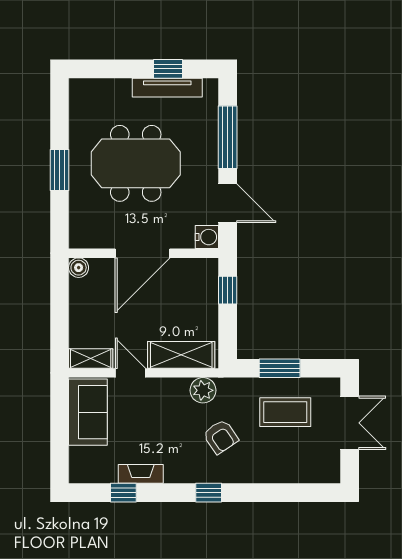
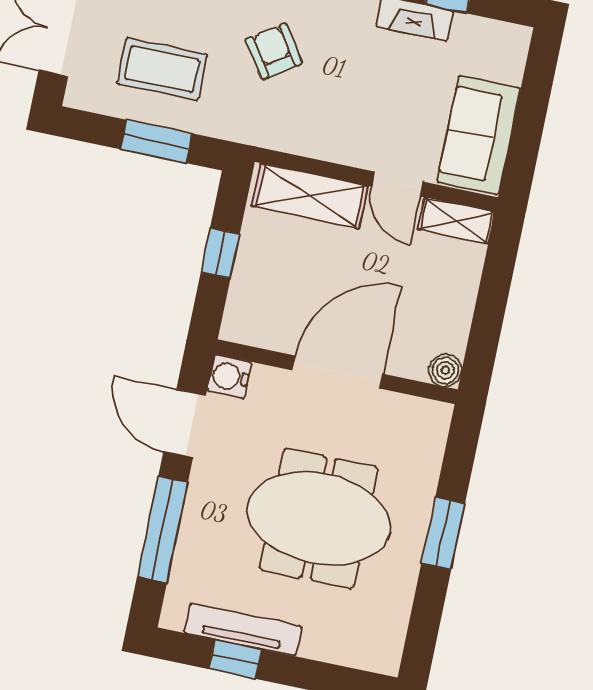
window: (228, 290) -> (220, 253), moved
plant: (203, 390) -> (287, 132), removed

